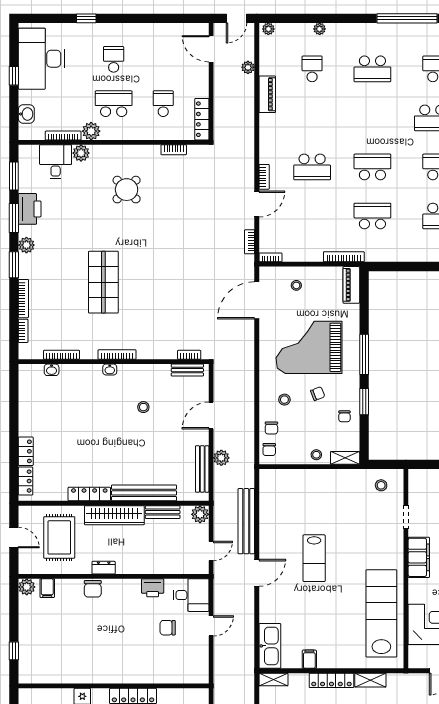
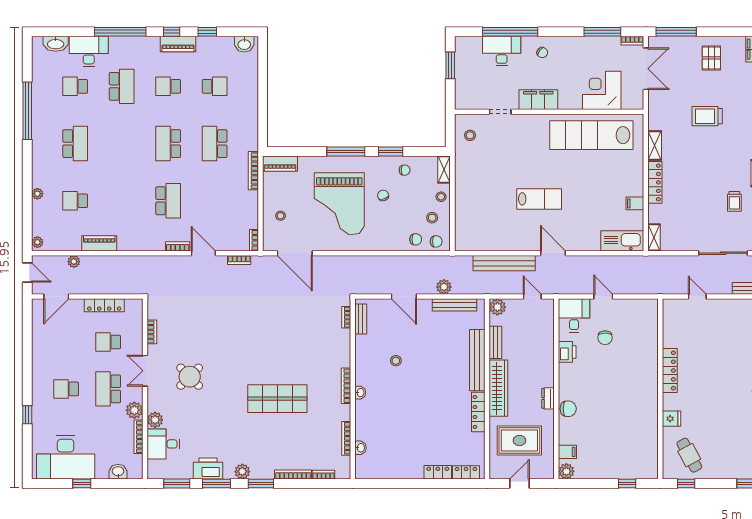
locker: (202, 119) -> (104, 305), moved
double door: (133, 142) -> (145, 371), added
stool: (284, 400) -> (432, 218), moved

